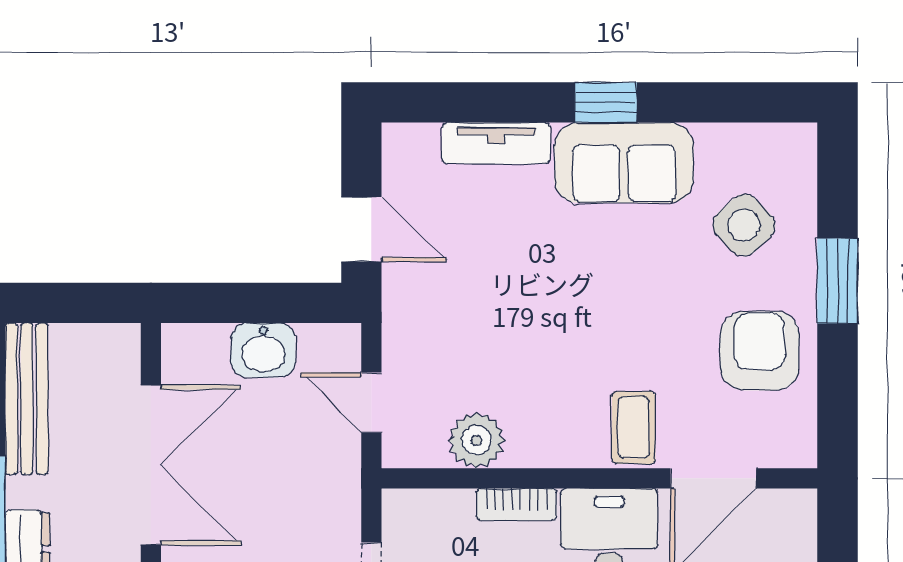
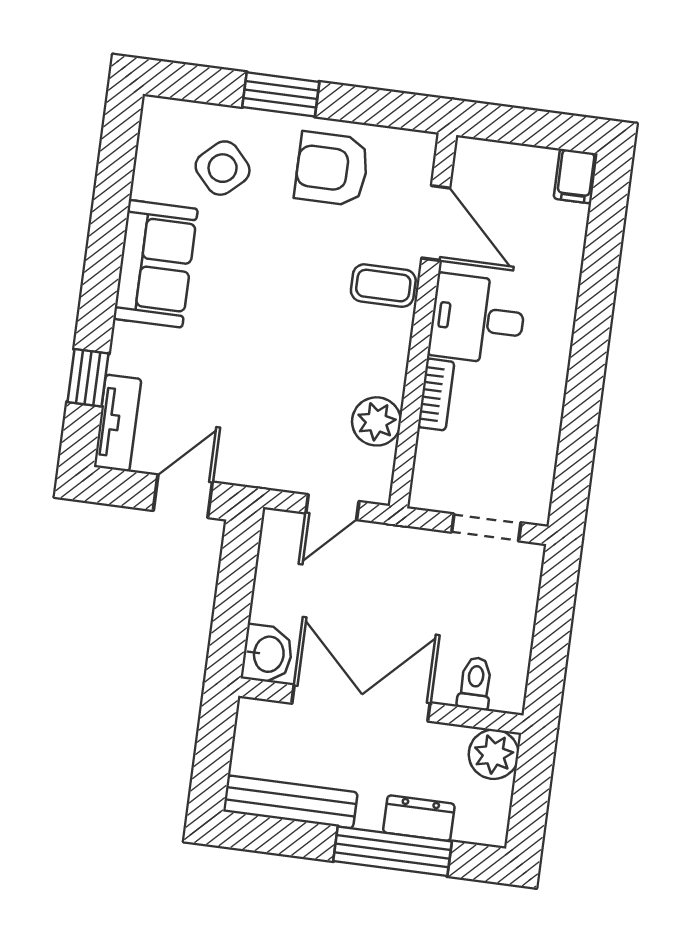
window: (606, 102) -> (88, 378), moved
tv unit: (496, 143) -> (118, 423), moved
washbasin: (263, 350) -> (267, 654), moved

